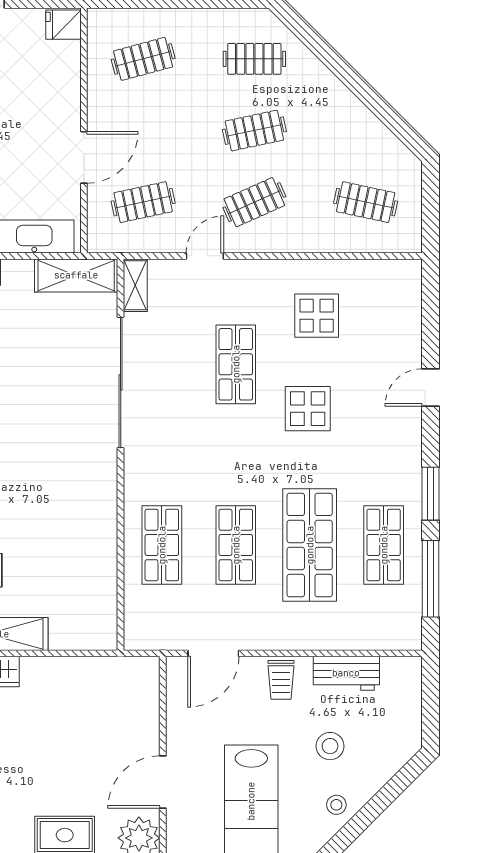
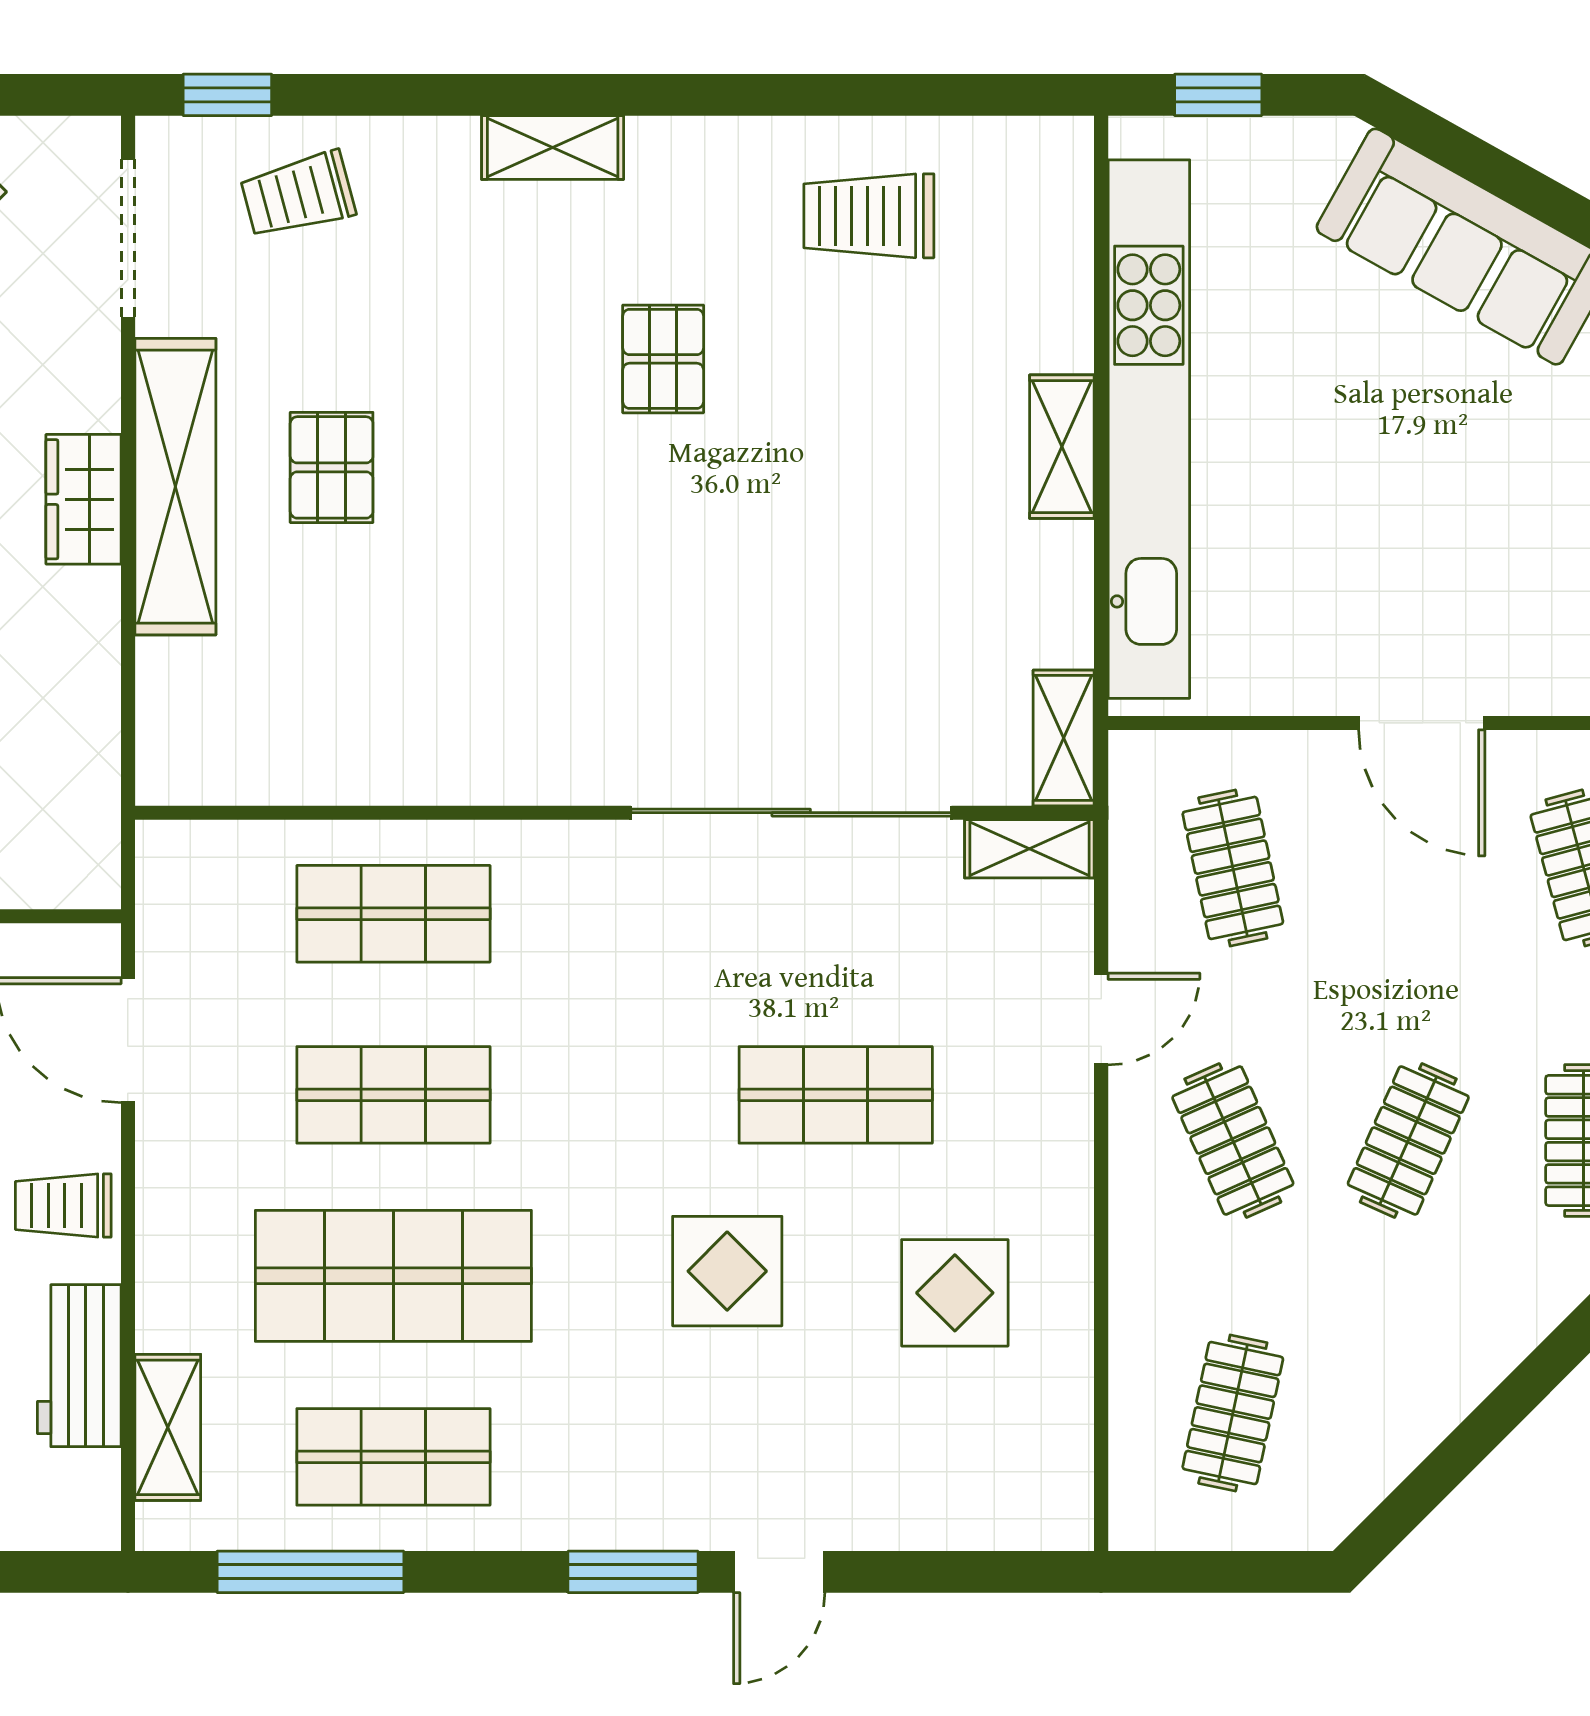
clothes rail: (254, 131) -> (1408, 1140), turned 36
door: (84, 157) -> (1422, 723), moved
door: (205, 256) -> (1101, 1019), hinge flipped
shelving: (76, 275) -> (1064, 738), width x0.67, depth x0.75
door: (431, 387) -> (779, 1572), swing flipped
window: (431, 494) -> (633, 1572), moved
shelving: (372, 637) -> (168, 1427), added

